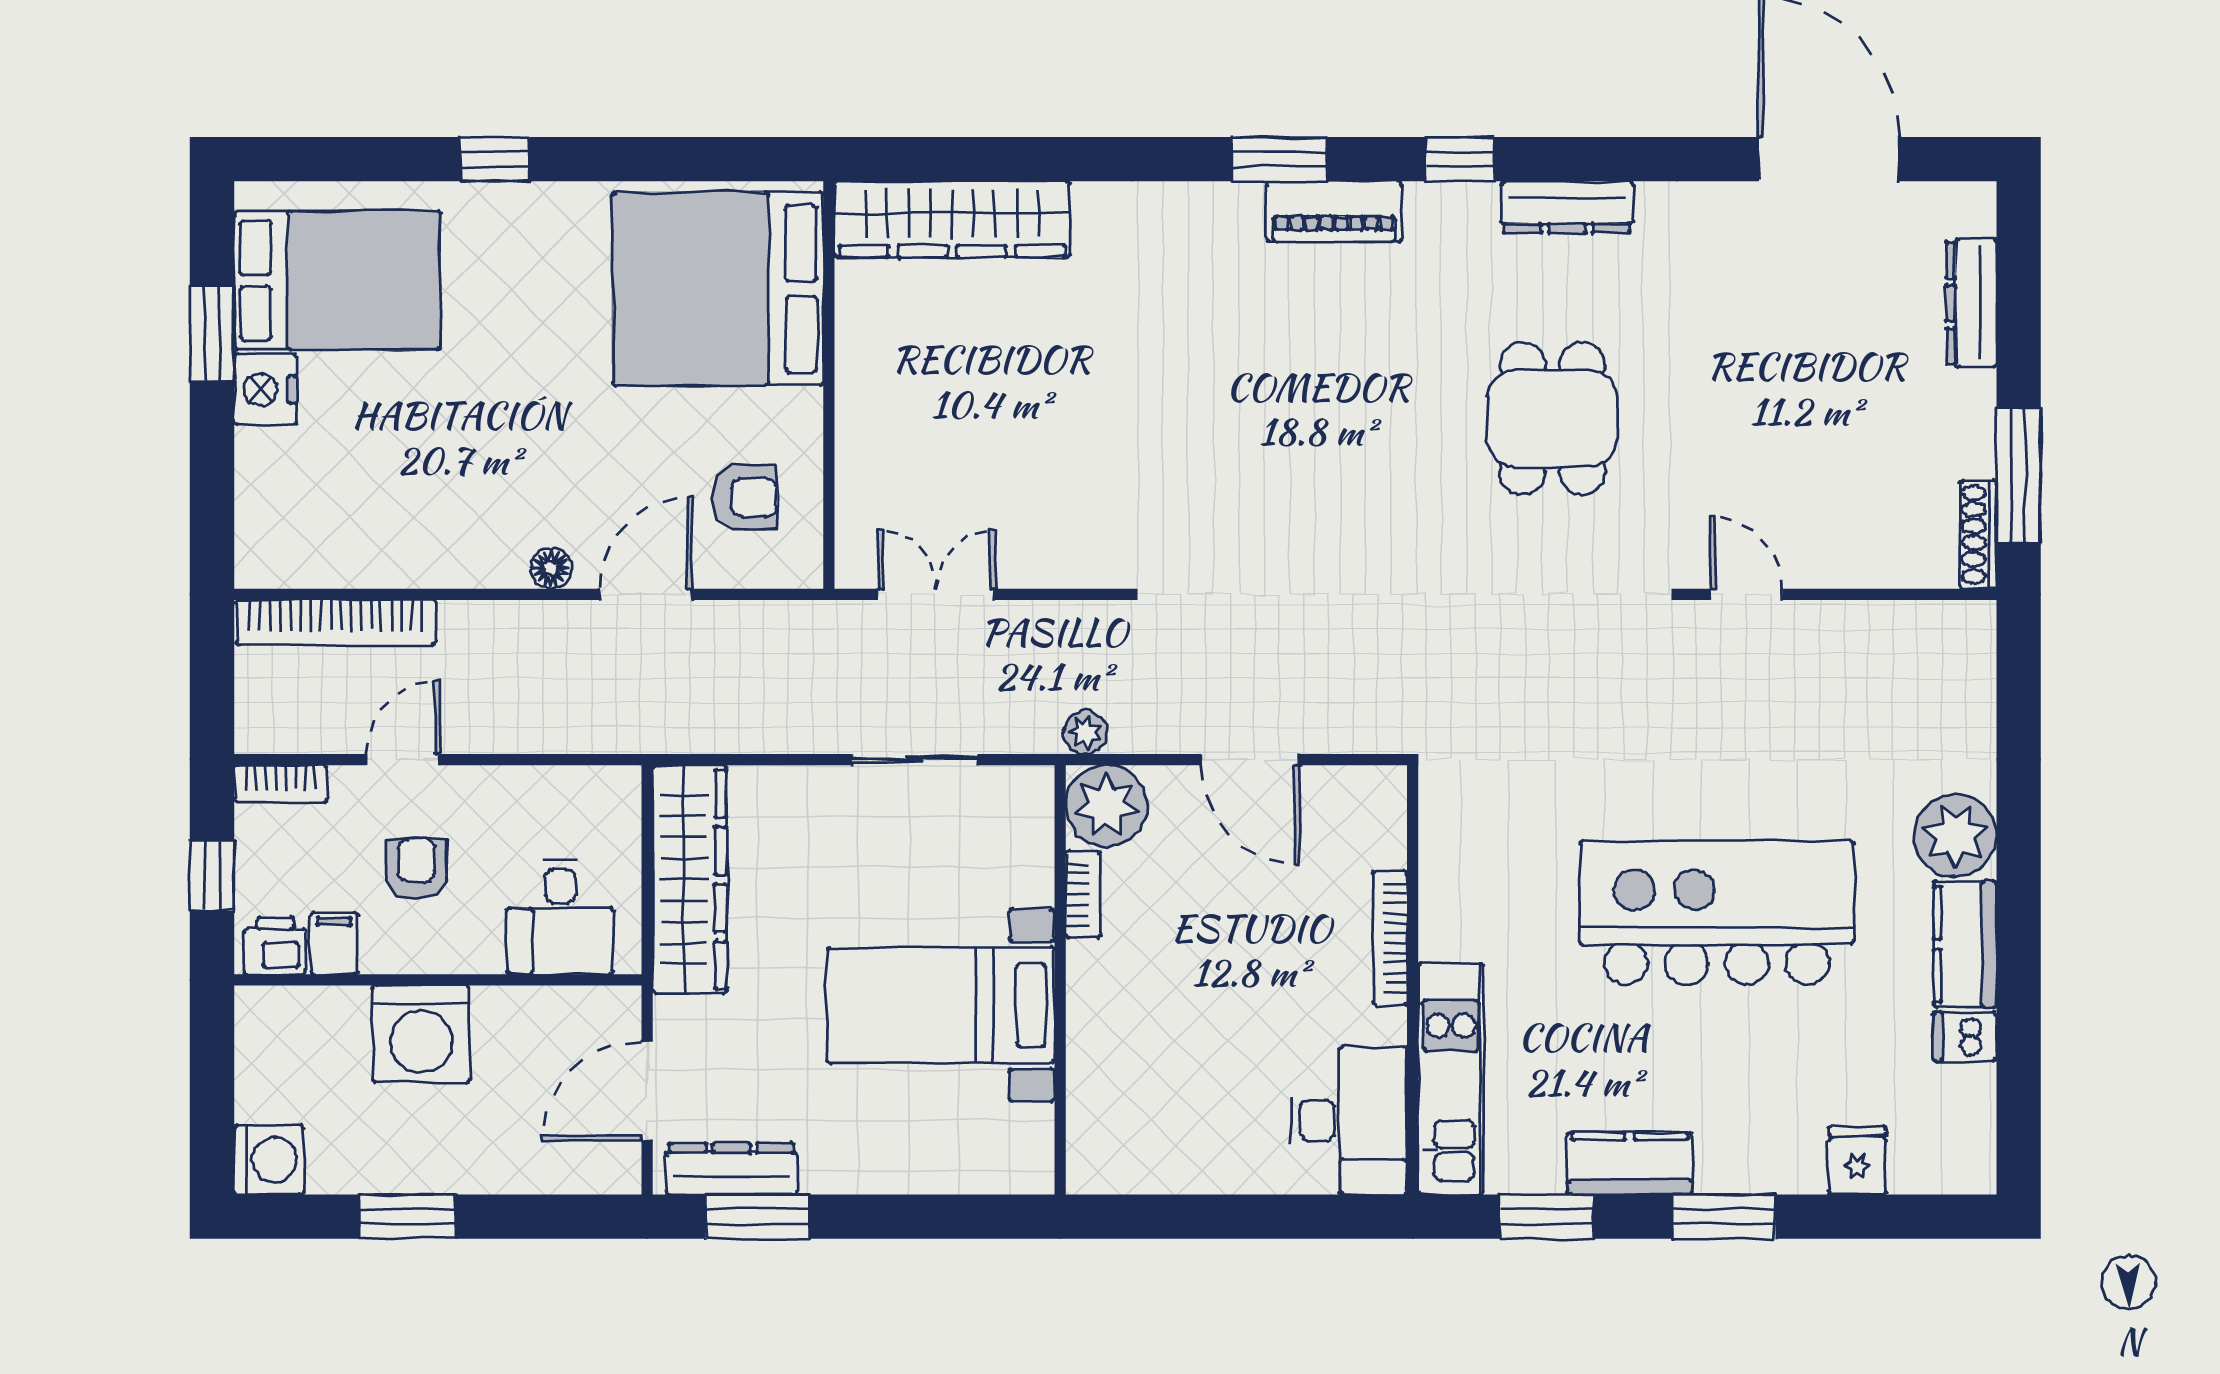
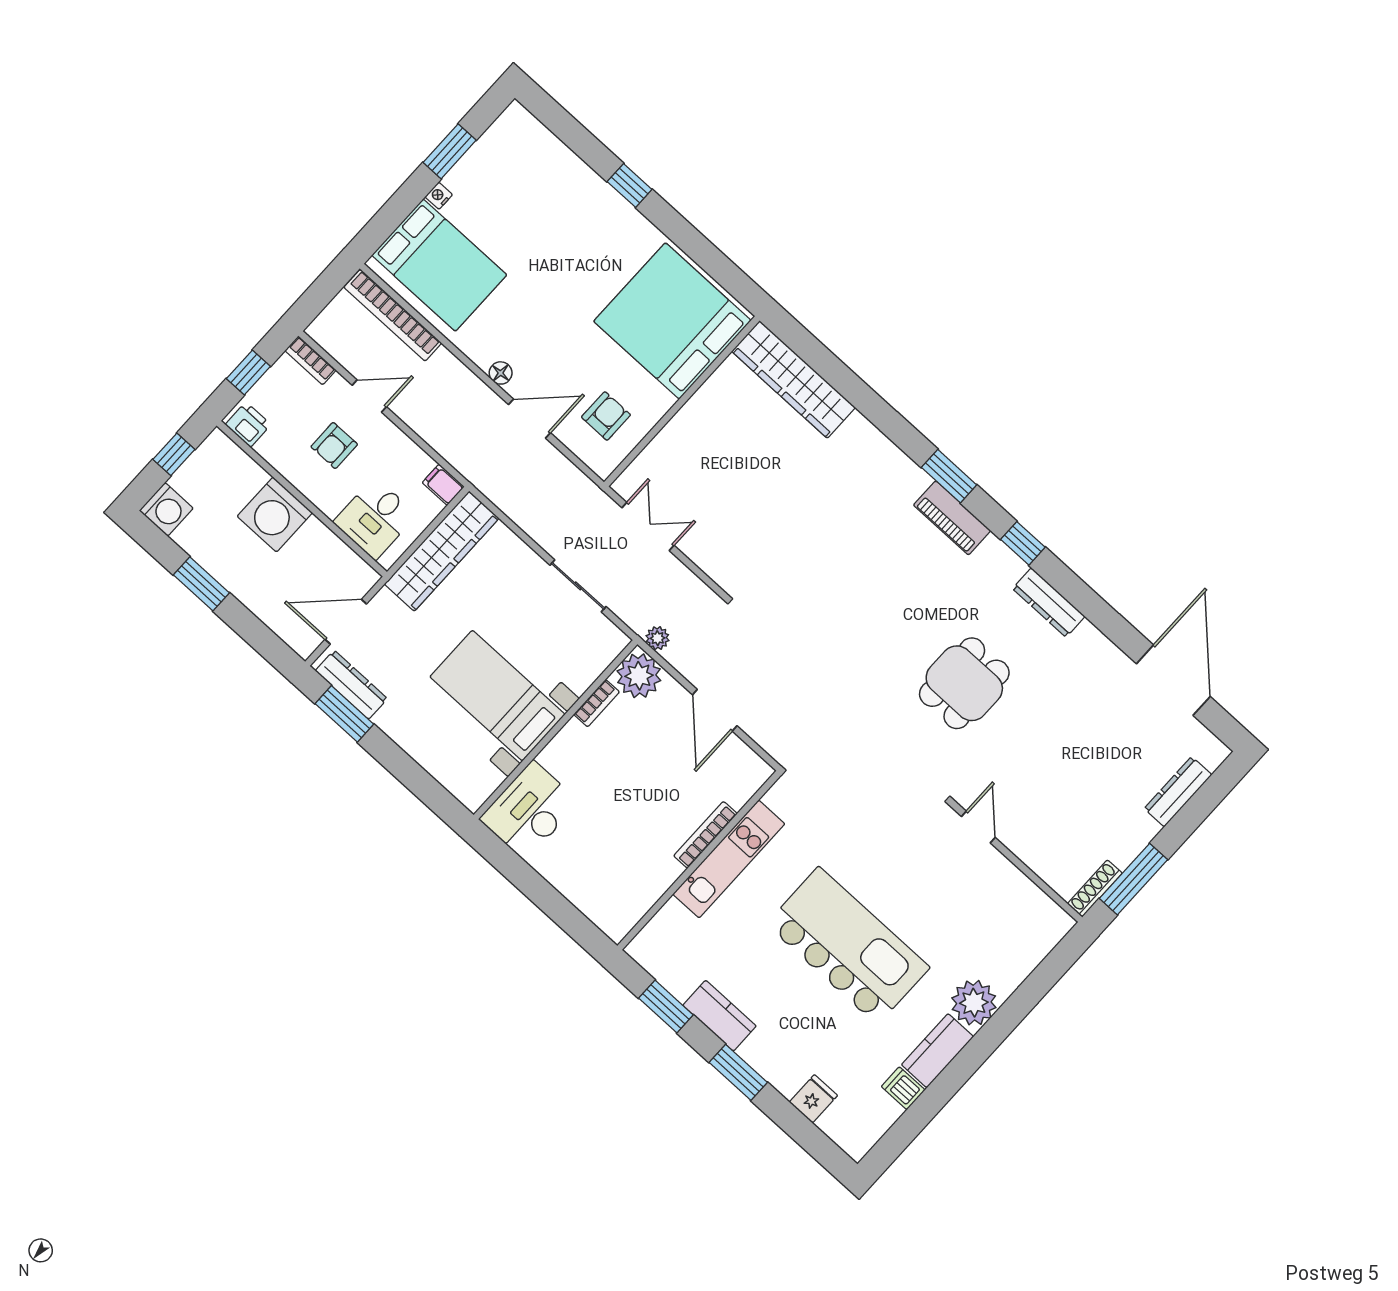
bed: (337, 281) -> (439, 265), moved
nightstand: (265, 390) -> (439, 196), width x0.53, depth x0.56
armchair: (745, 497) -> (606, 416), turned -90
armchair: (416, 869) -> (334, 445), turned 180
filing cabinet: (334, 943) -> (443, 485), moved, turned -90
window: (212, 1076) -> (174, 454), added
kitchen unit: (1451, 1079) -> (729, 859), moved
desk: (1349, 1121) -> (529, 811), moved, turned 180

